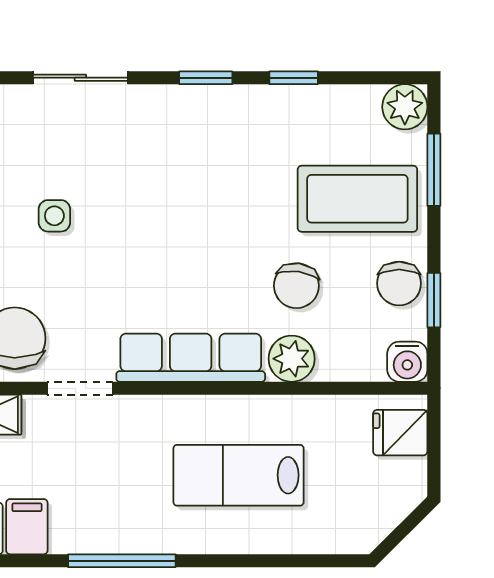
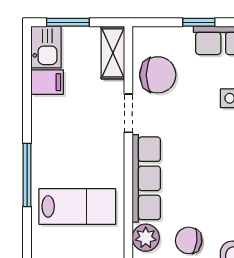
lab bench: (239, 475) -> (77, 206), turned 90
window: (122, 561) -> (27, 175), moved

